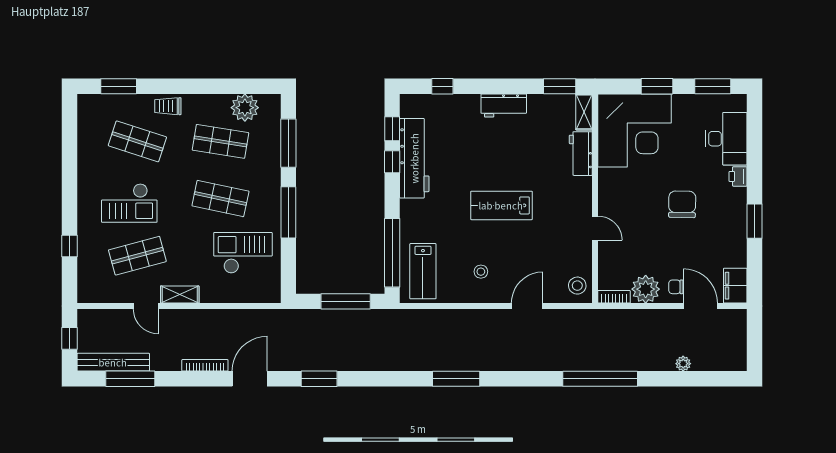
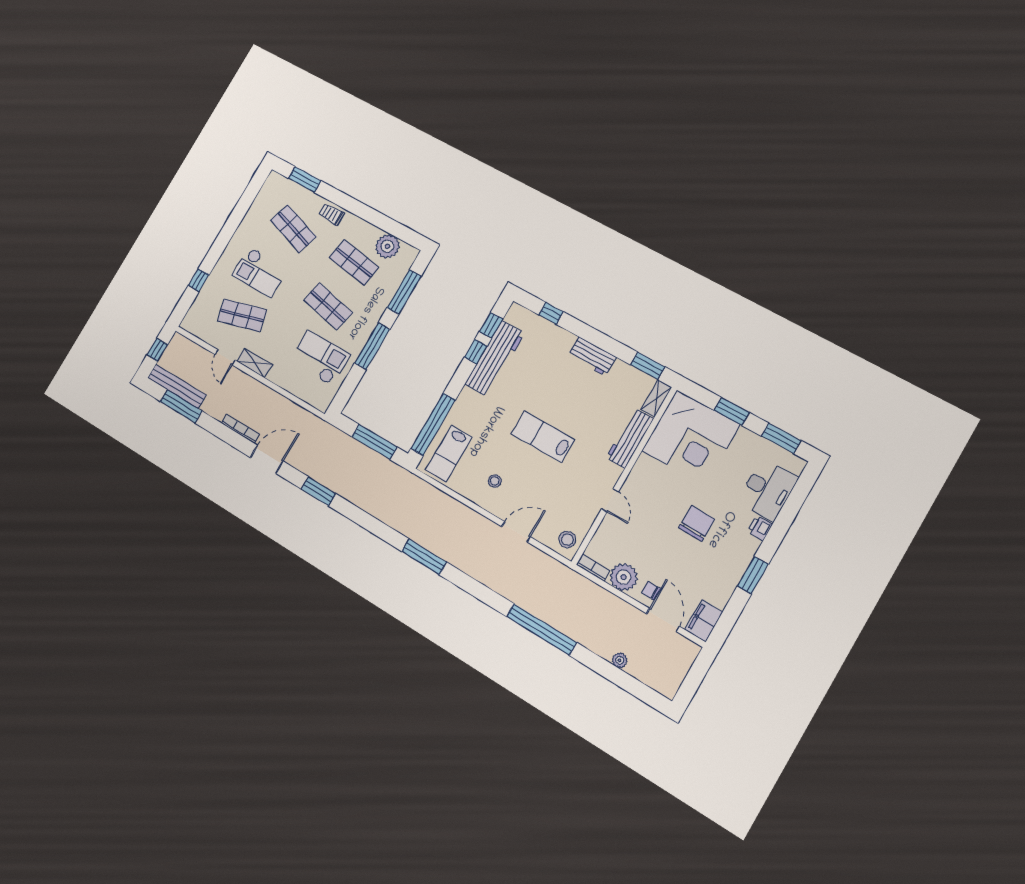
workbench: (581, 154) -> (630, 438), width x1.38

